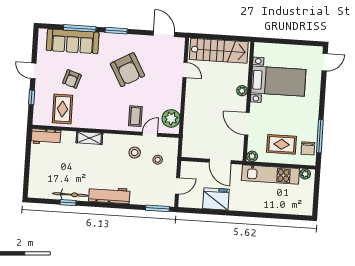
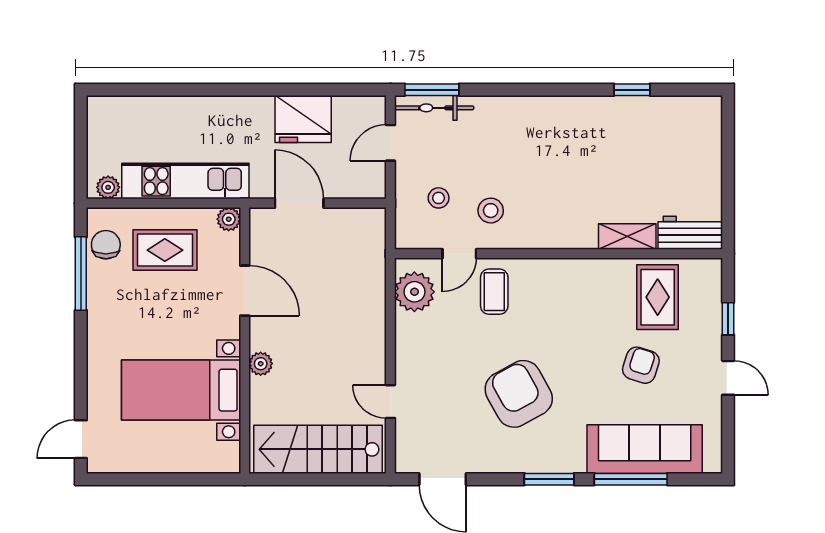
shelving: (89, 138) -> (627, 237), moved
bicycle: (70, 195) -> (434, 108), moved
workbench: (109, 195) -> (541, 112), removed

